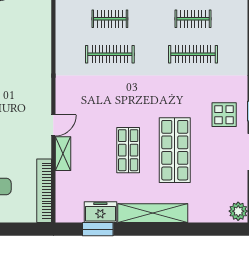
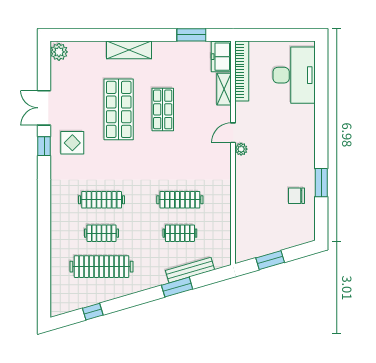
plant: (45, 108) -> (241, 149), added
shelving: (63, 154) -> (224, 89), moved
freezer: (100, 212) -> (221, 57), moved, turned 90
shelving: (153, 213) -> (129, 50), width x0.68

